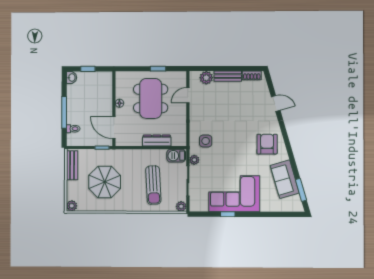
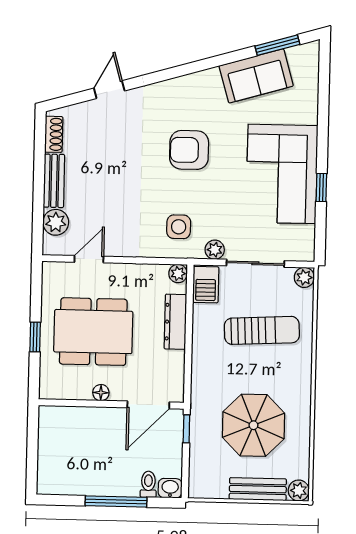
window: (88, 69) -> (32, 453), removed
window: (158, 69) -> (35, 337), moved
washbasin: (72, 78) -> (170, 488), moved
door: (188, 95) -> (89, 259), swing flipped
plant: (182, 141) -> (178, 274), added
armchair: (267, 144) -> (189, 150), moved
bench: (72, 165) -> (258, 489), moved

